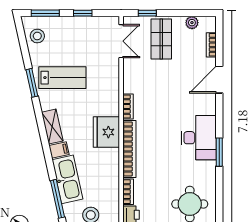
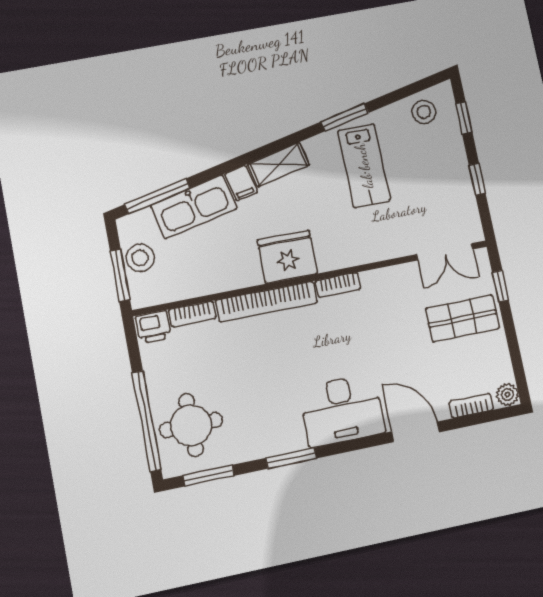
window: (45, 13) -> (464, 118), width x0.67
plant: (192, 23) -> (507, 394), moved
desk: (199, 138) -> (342, 410), moved
window: (219, 200) -> (208, 476), added

